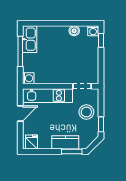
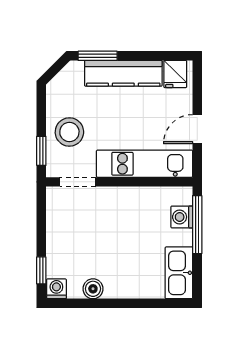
window: (20, 51) -> (197, 225), moved
washing machine: (28, 78) -> (182, 217), moved
window: (101, 124) -> (41, 151), moved
kitchen counter: (65, 142) -> (123, 73), width x1.50

